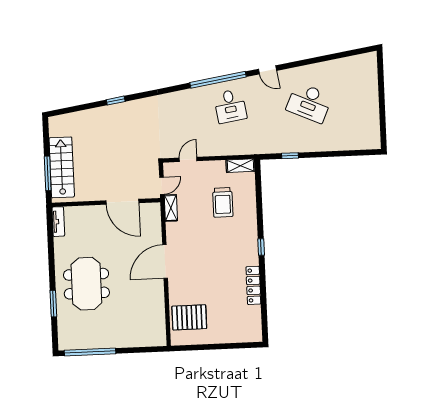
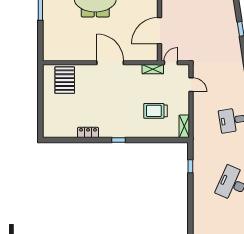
door: (162, 186) -> (171, 63), swing flipped
locker: (253, 285) -> (88, 132), width x0.66

